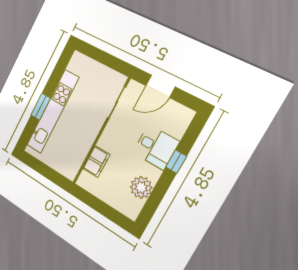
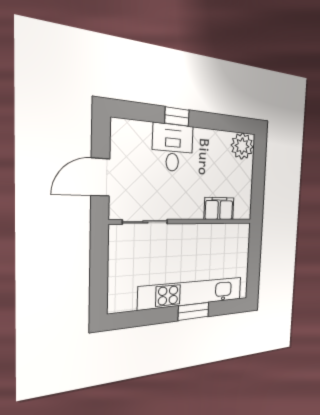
door: (160, 86) -> (100, 177), swing flipped
plant: (141, 187) -> (242, 146), moved

